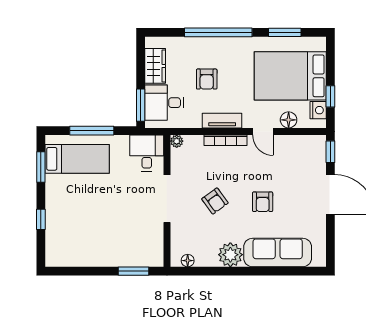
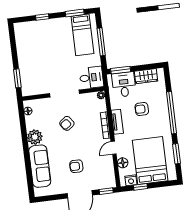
armchair: (263, 202) -> (76, 166), moved

